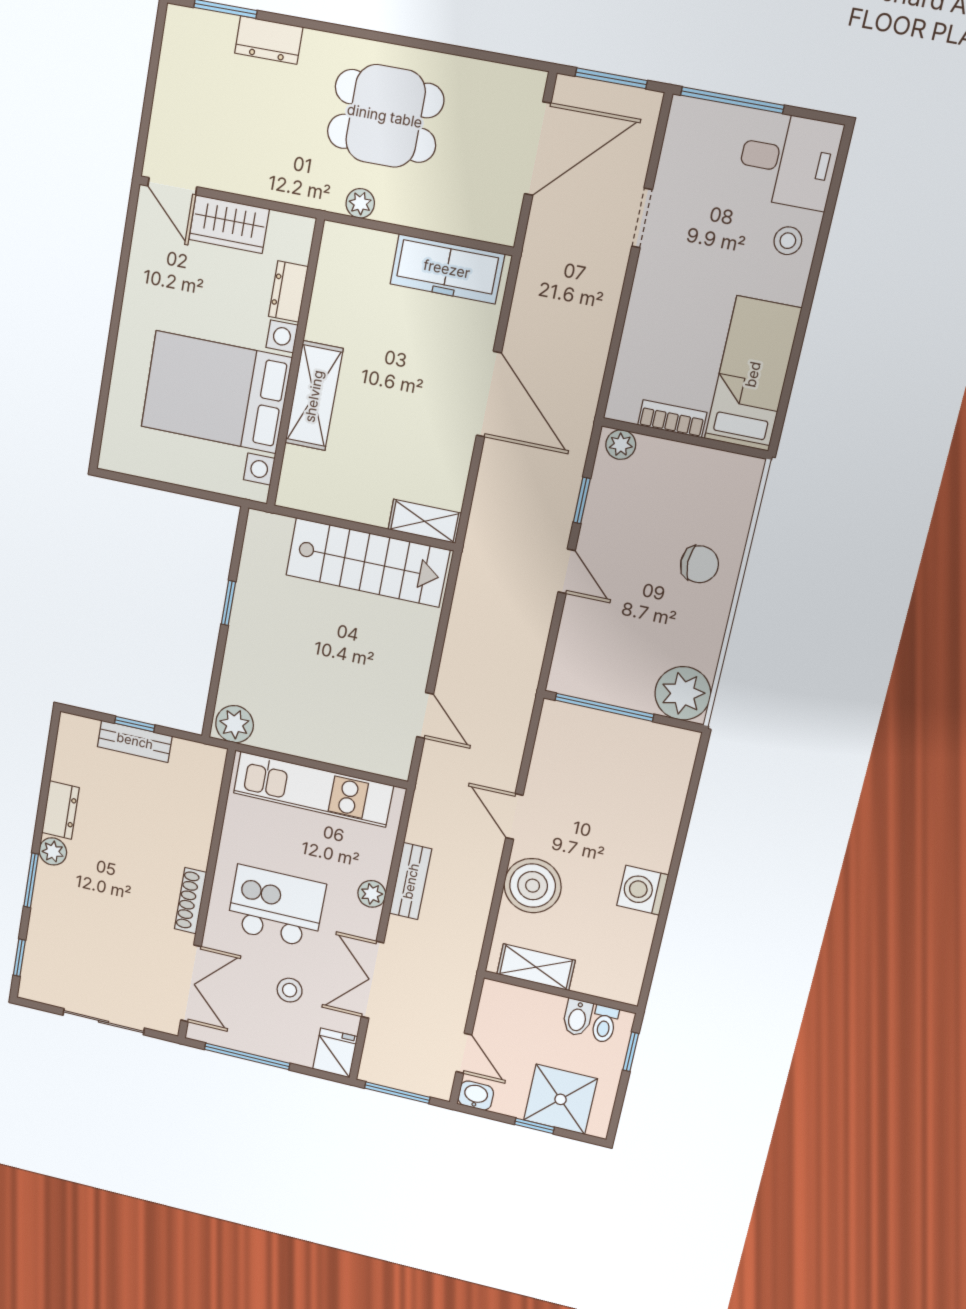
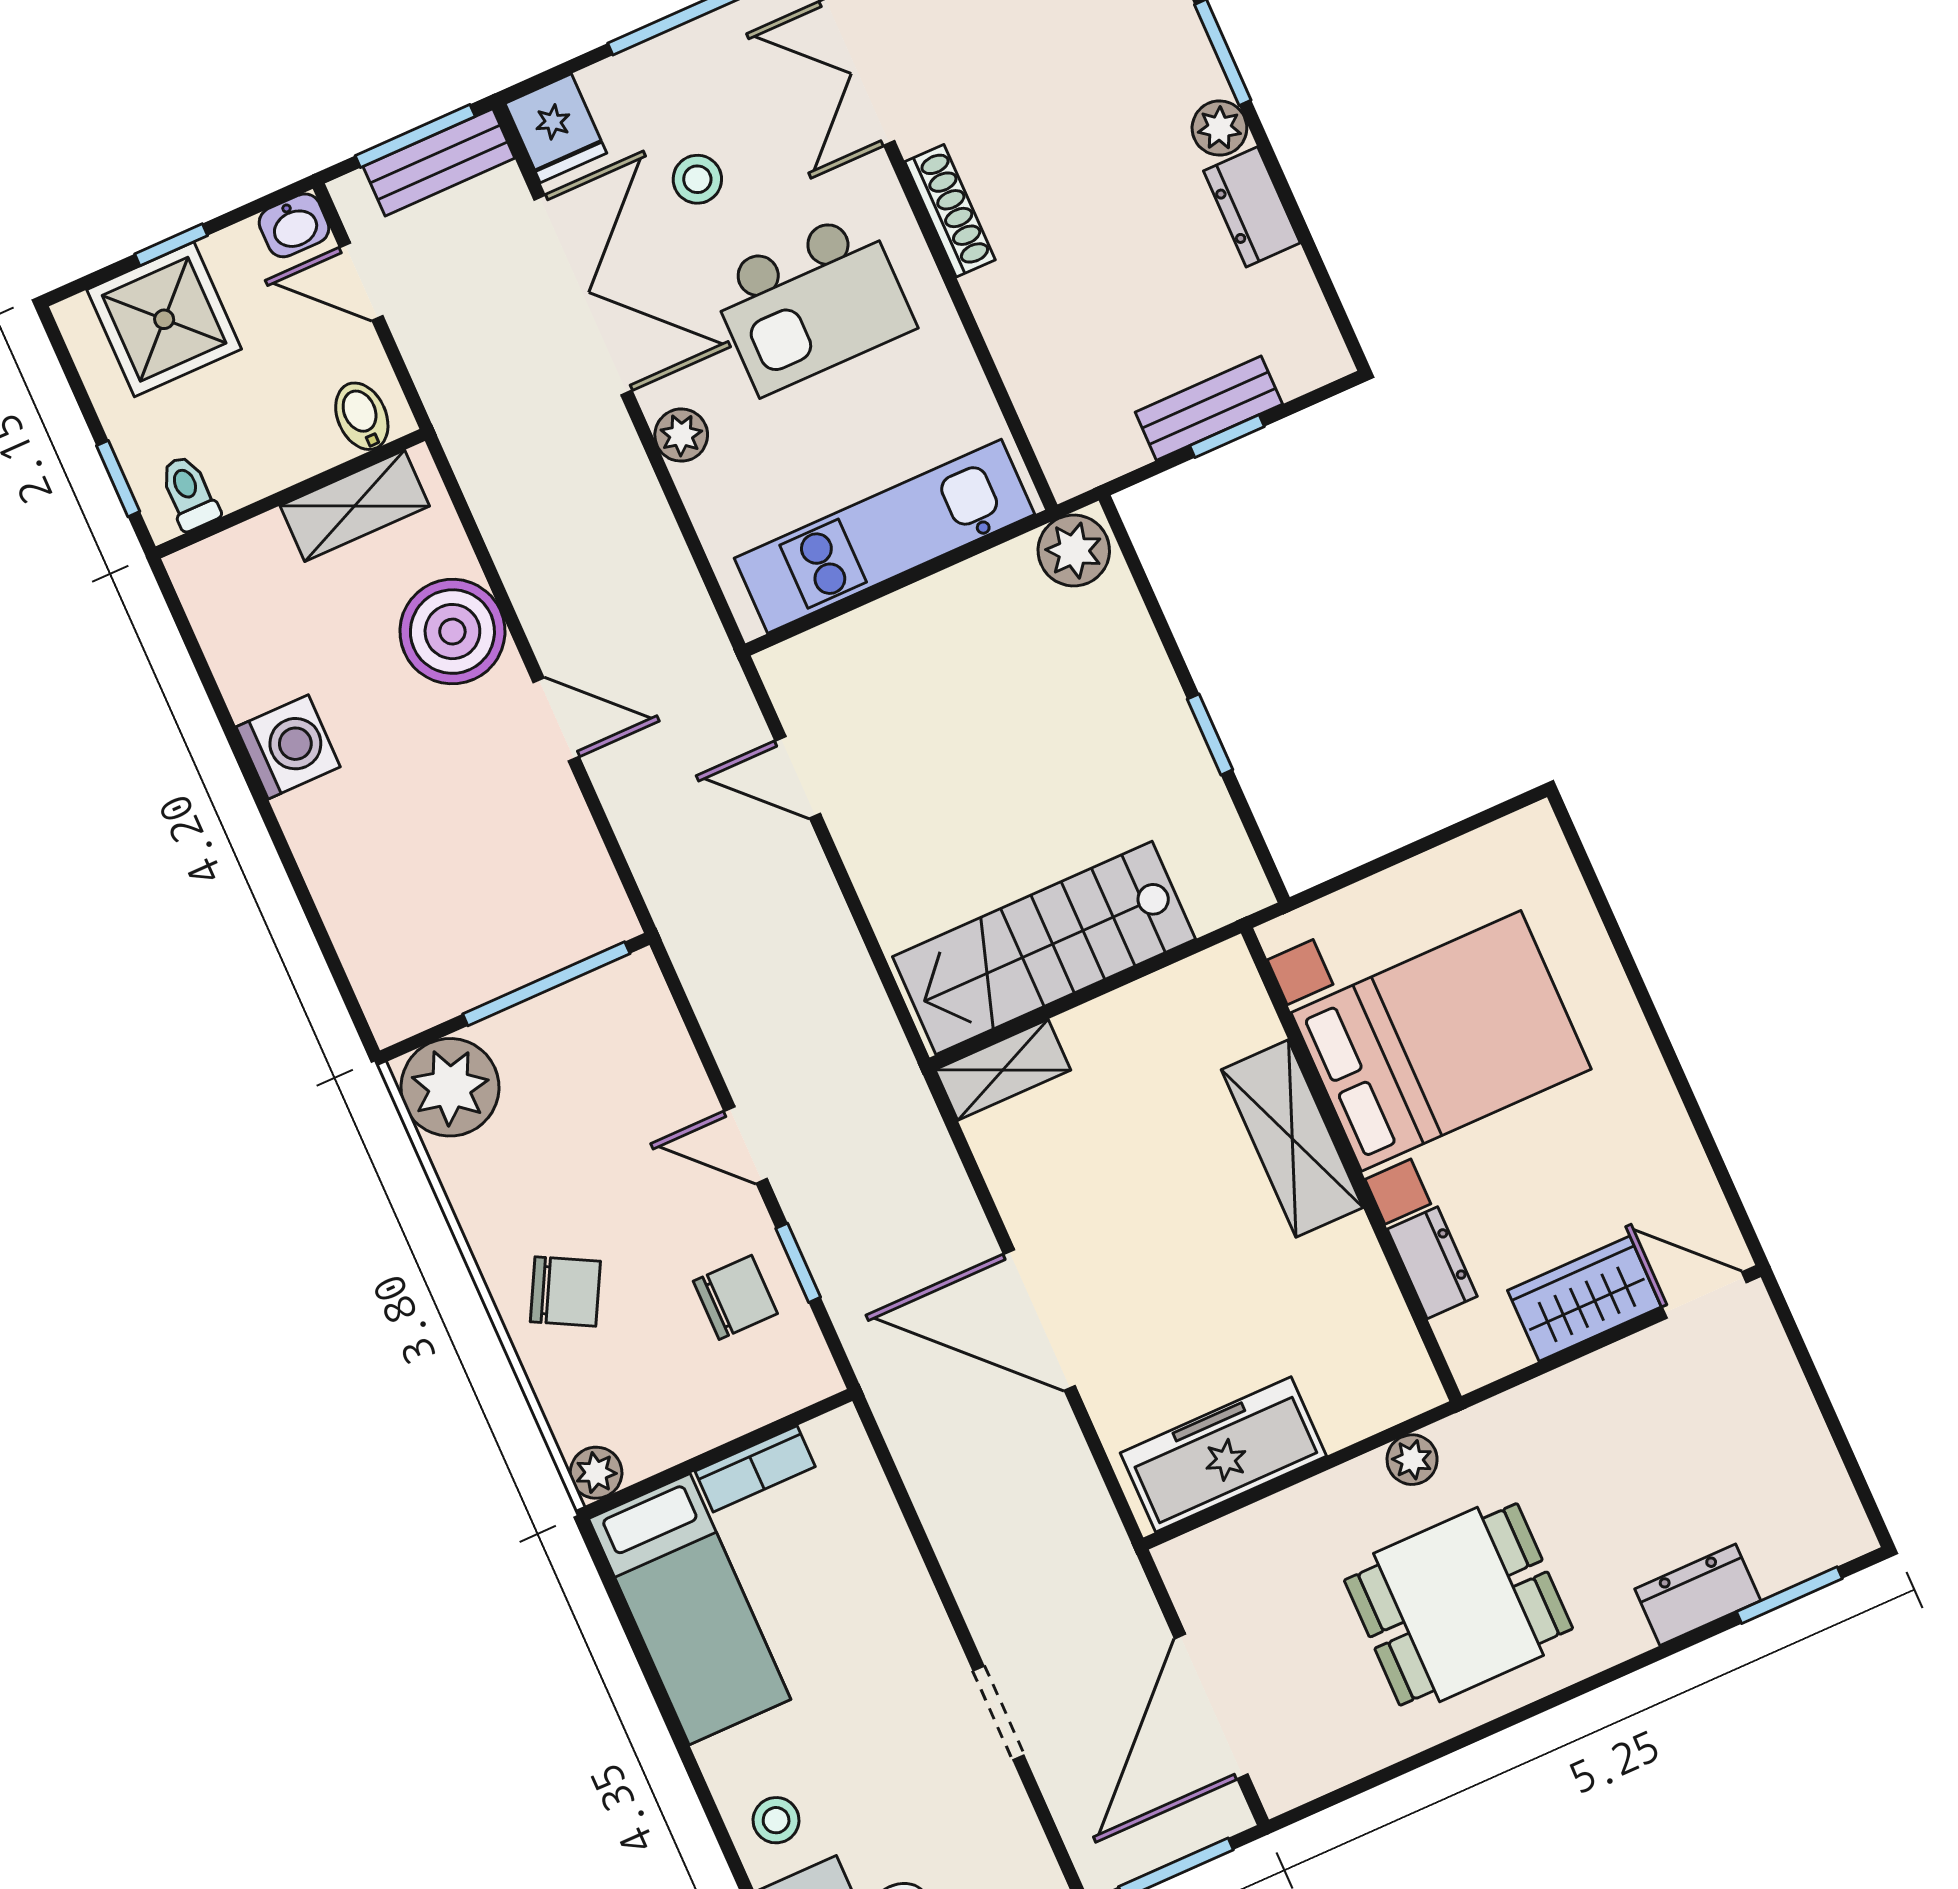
plant: (621, 445) -> (596, 1473), moved
chair: (623, 505) -> (735, 1297), added
chair: (699, 564) -> (565, 1291), turned -152
bench: (411, 881) -> (439, 162), moved, turned 90
double door: (373, 980) -> (583, 295), width x1.37
bidet: (577, 1018) -> (362, 416), moved

